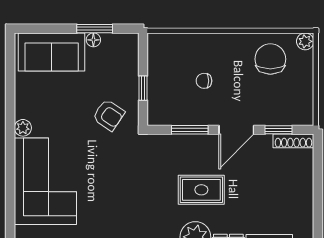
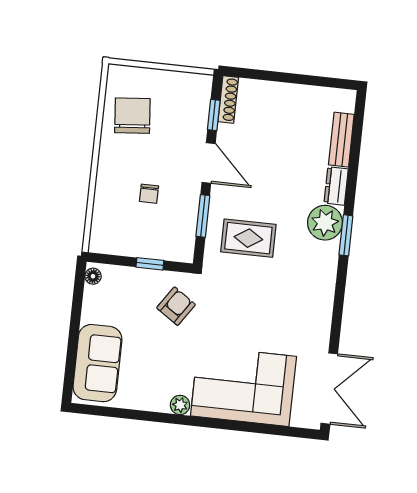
window: (95, 29) -> (76, 311), removed
floor lamp: (93, 40) -> (93, 276), moved
plant: (305, 41) -> (117, 74), removed
chair: (270, 59) -> (132, 116), turned 85
rug: (201, 190) -> (248, 238), moved, turned 90

